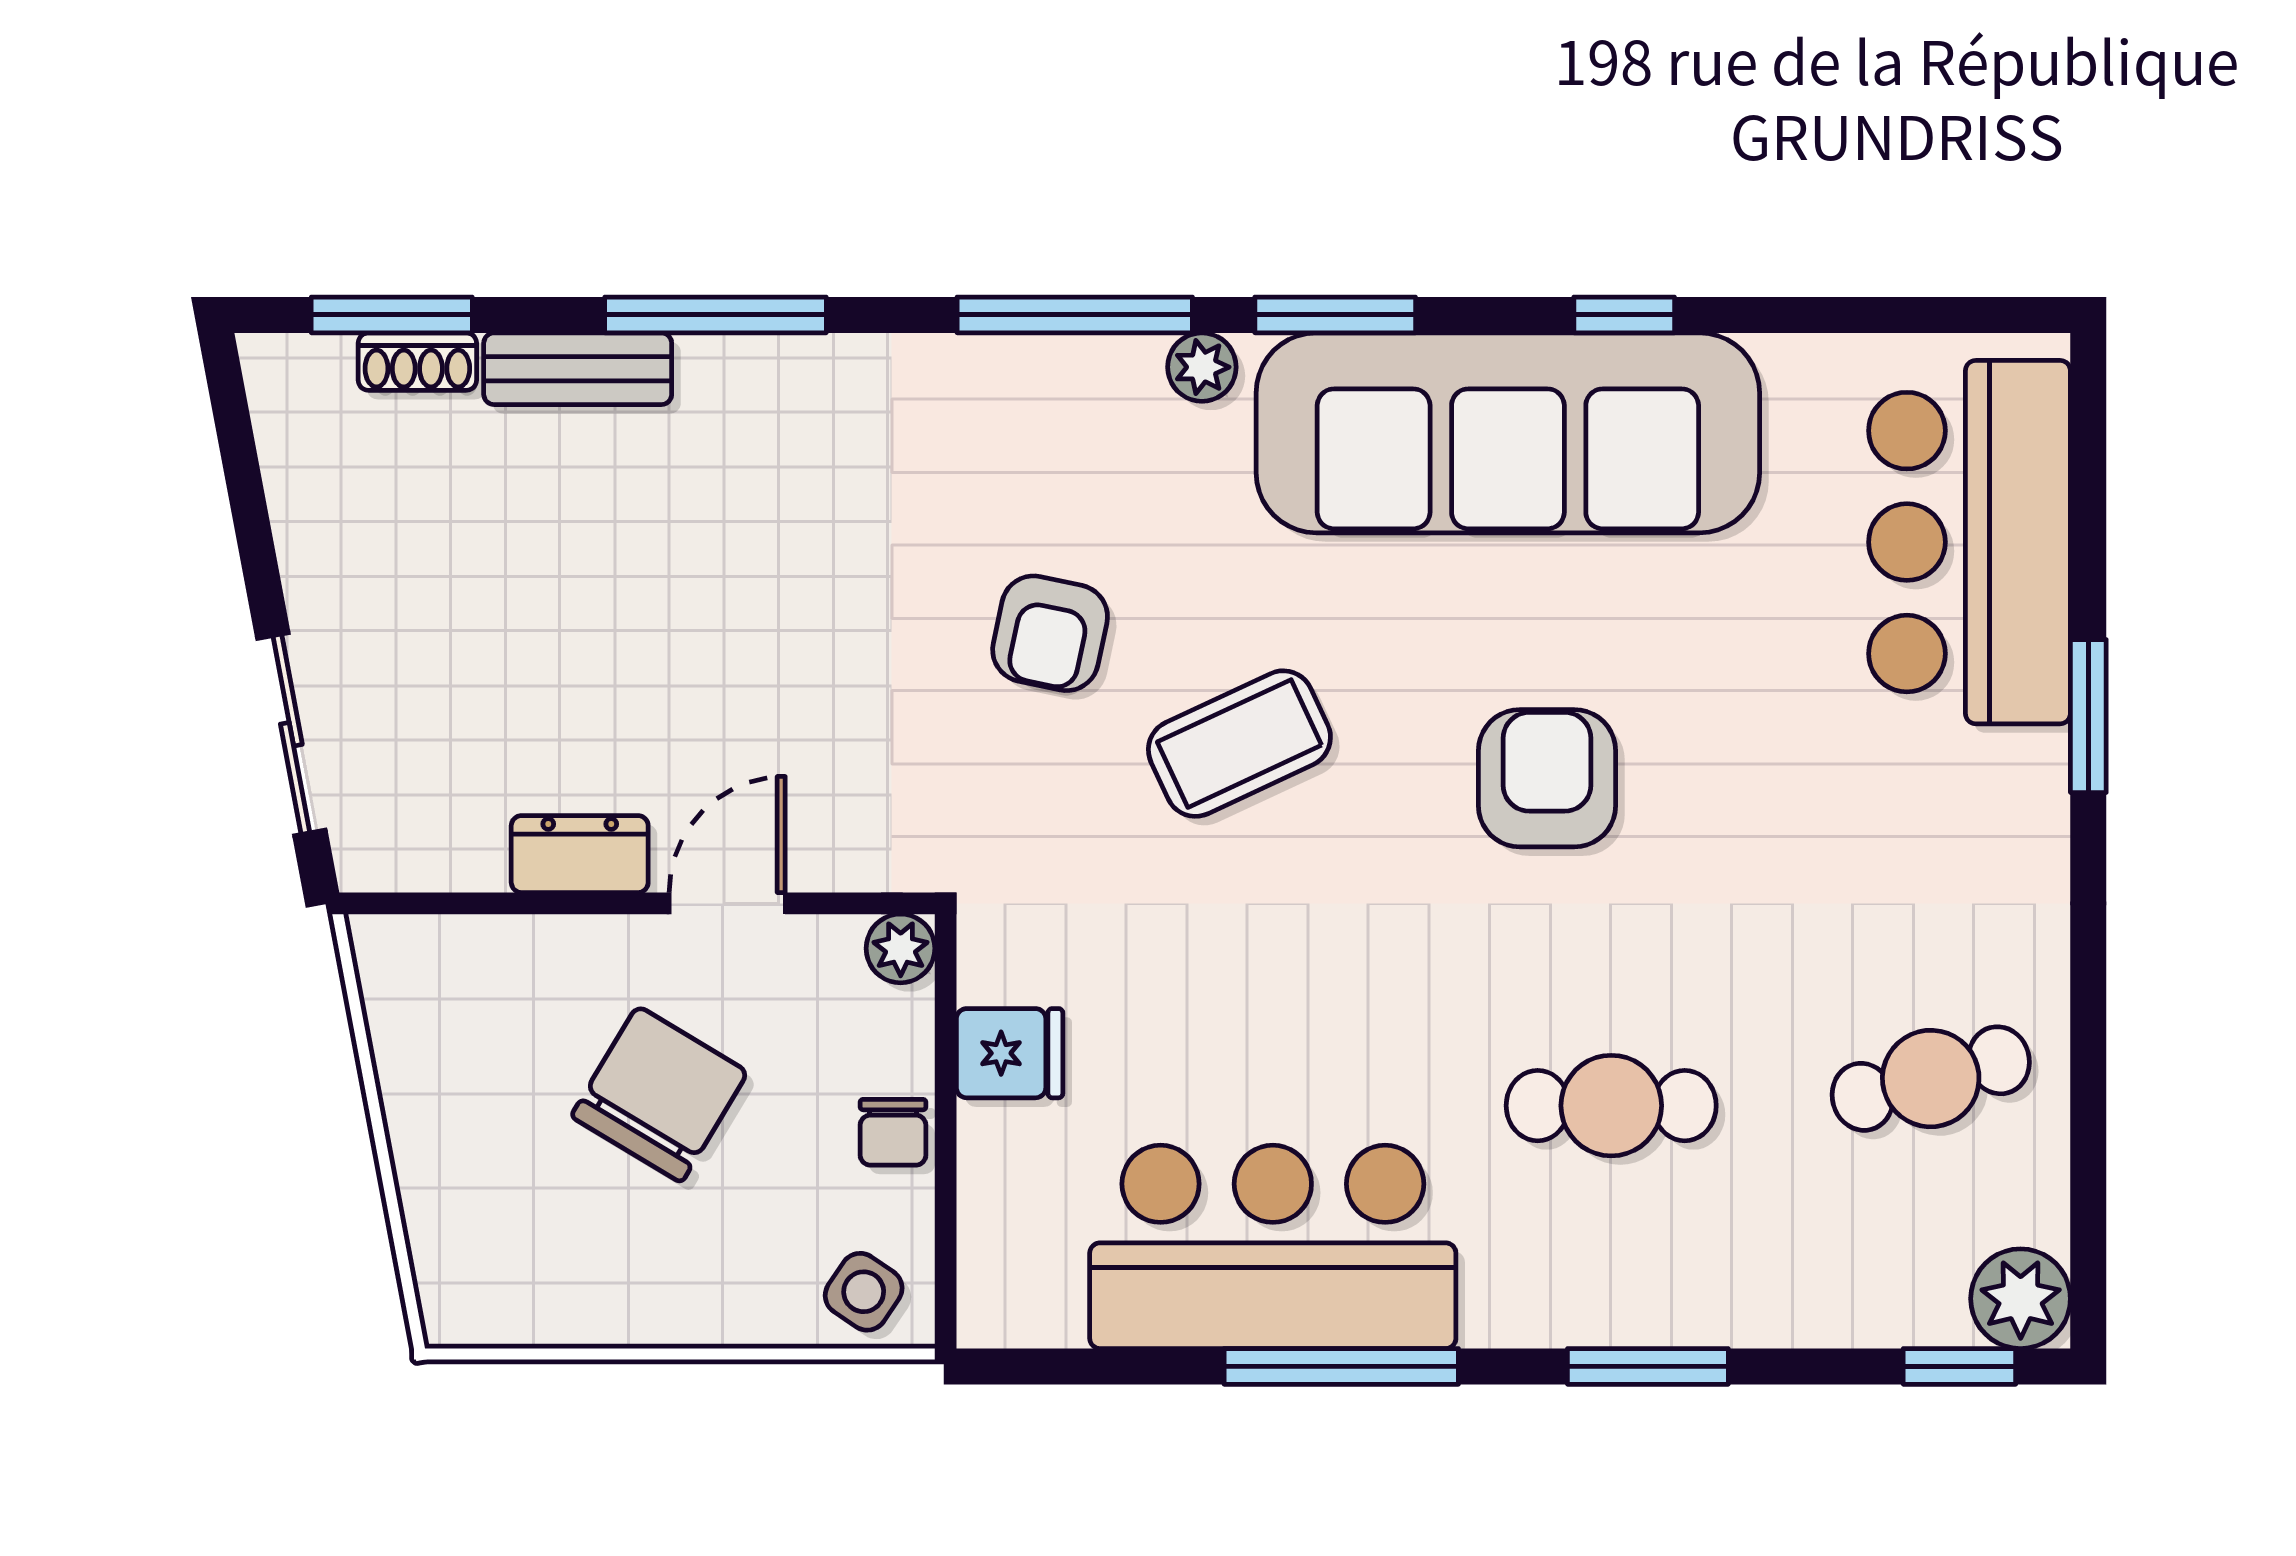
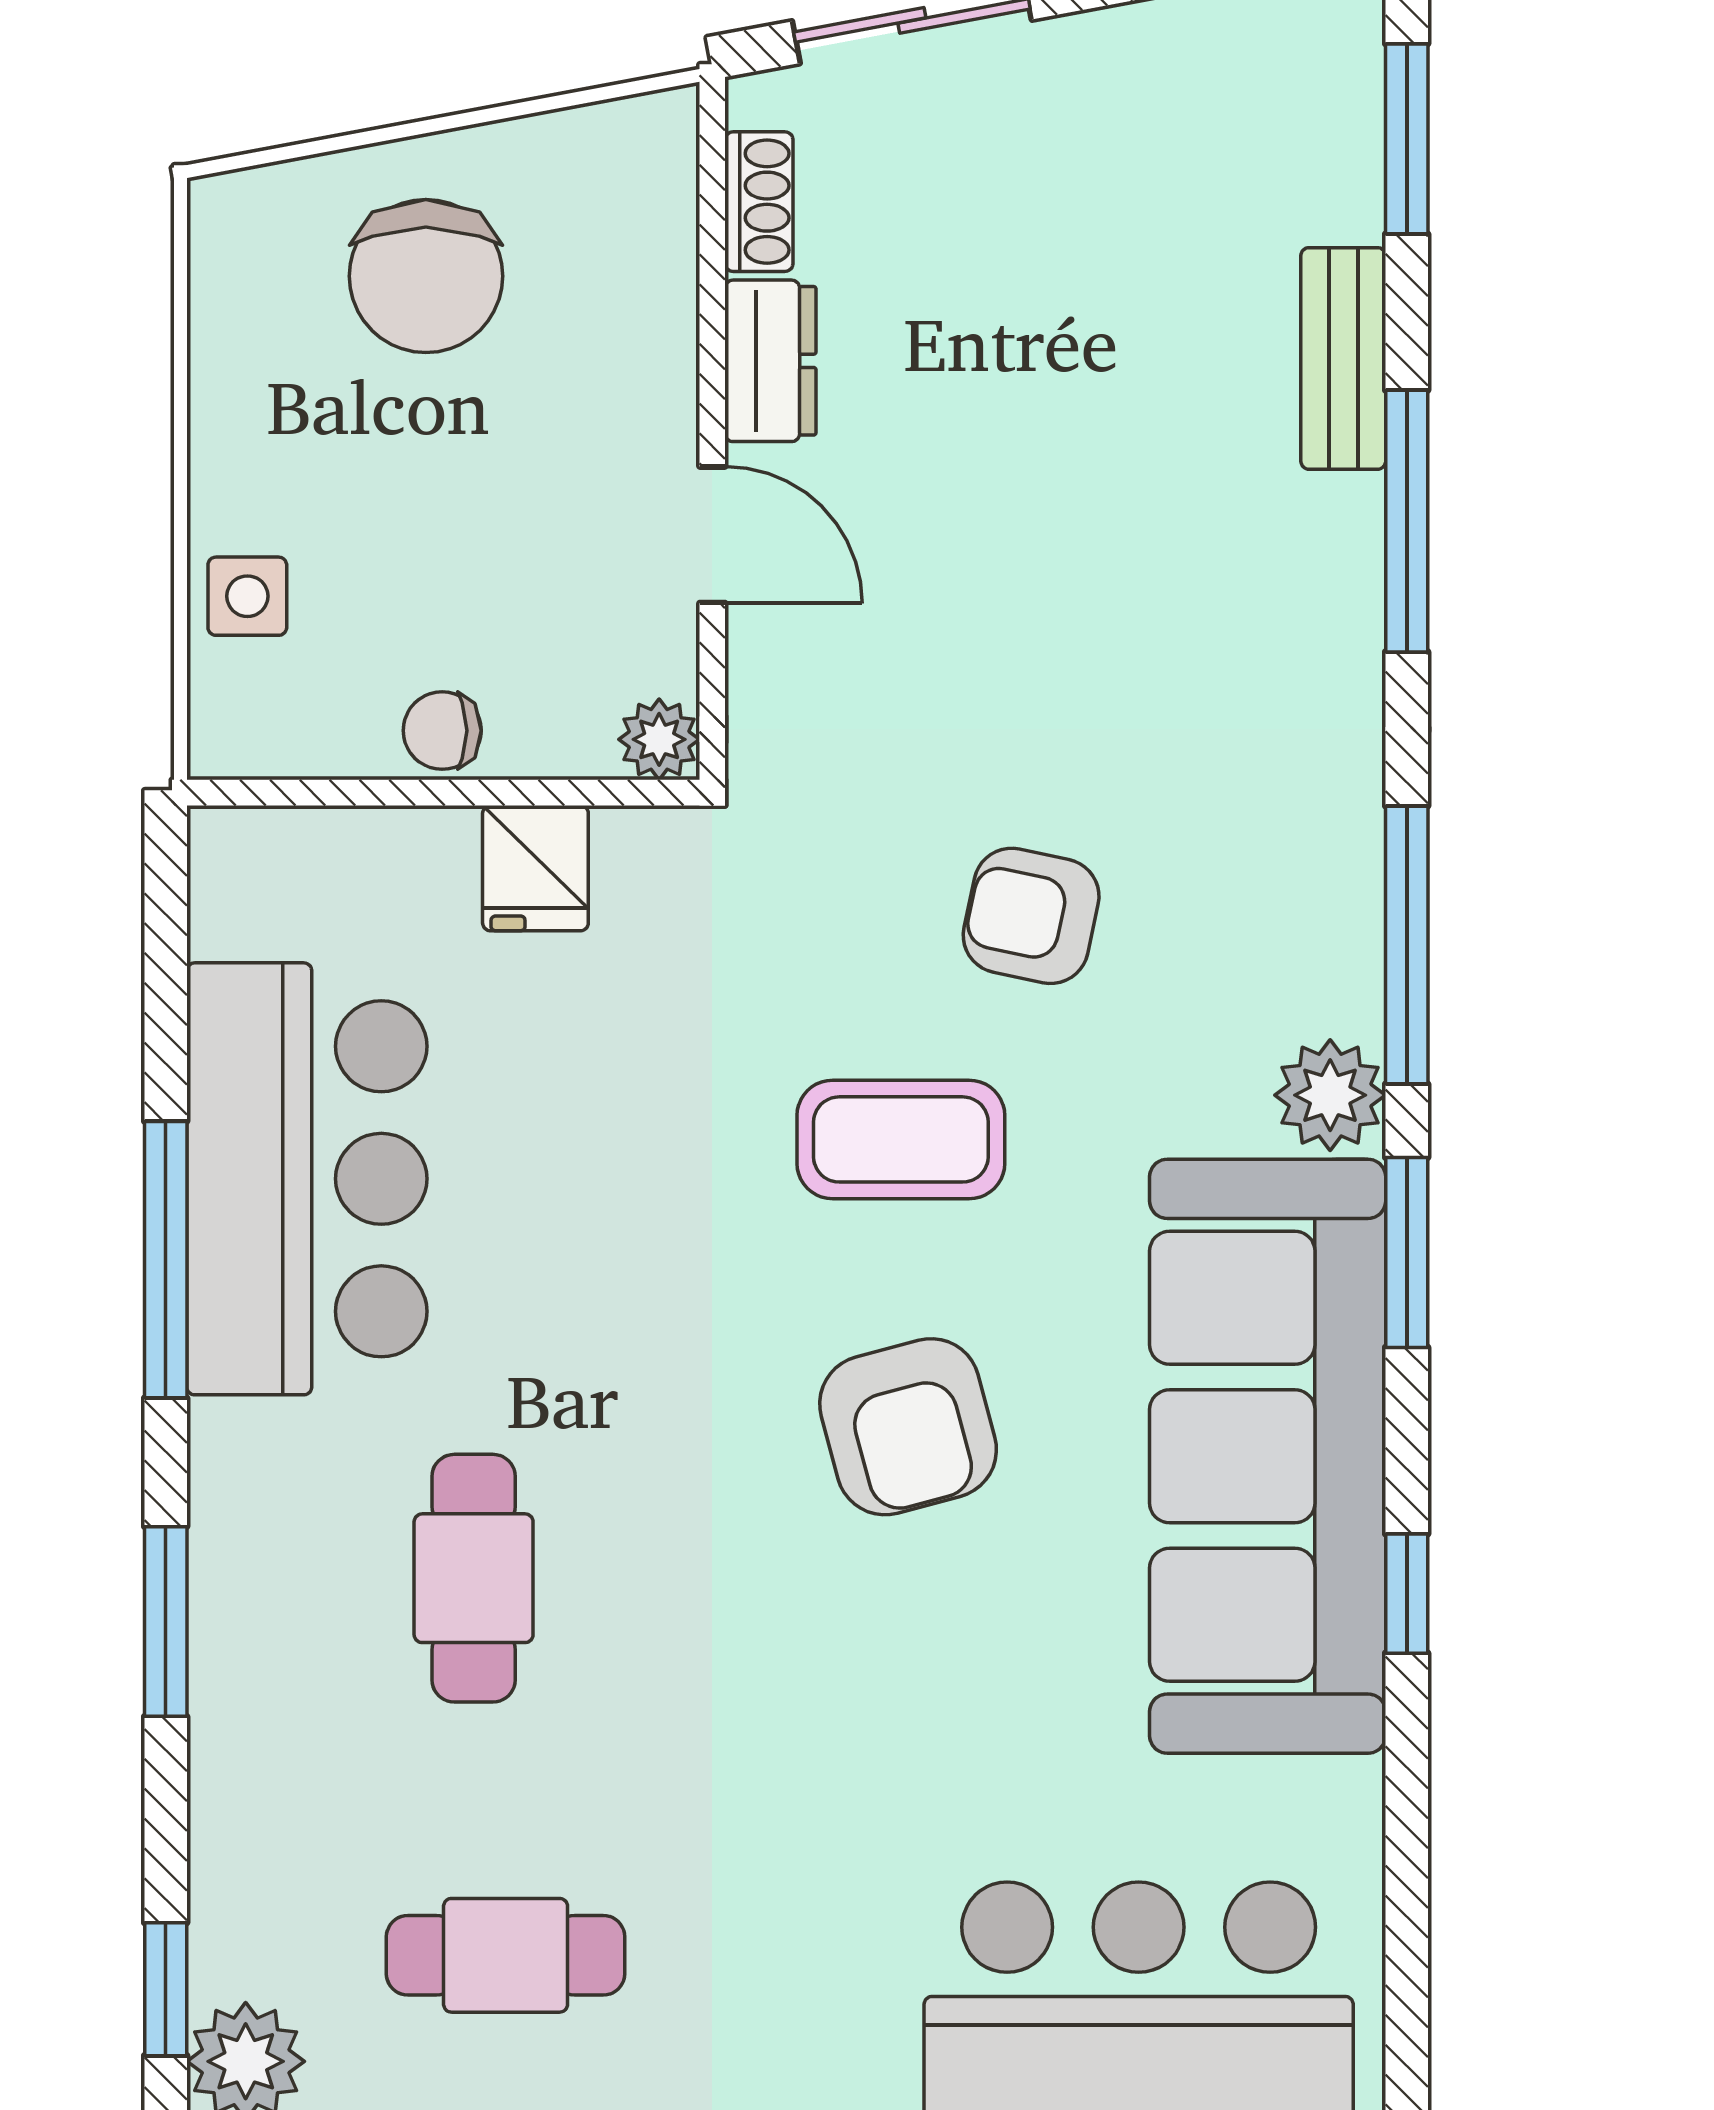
shoe rack: (417, 362) -> (759, 202), moved, turned 180
plant: (1202, 367) -> (1330, 1095), width x1.38, depth x1.38
coffee table: (1239, 744) -> (901, 1139), turned -65
armchair: (1547, 778) -> (908, 1427), moved, turned 75
cafe table: (1931, 1079) -> (506, 1955), turned -75
chair: (659, 1094) -> (426, 276), moved, turned 59
side table: (864, 1292) -> (247, 596), moved, turned -34

